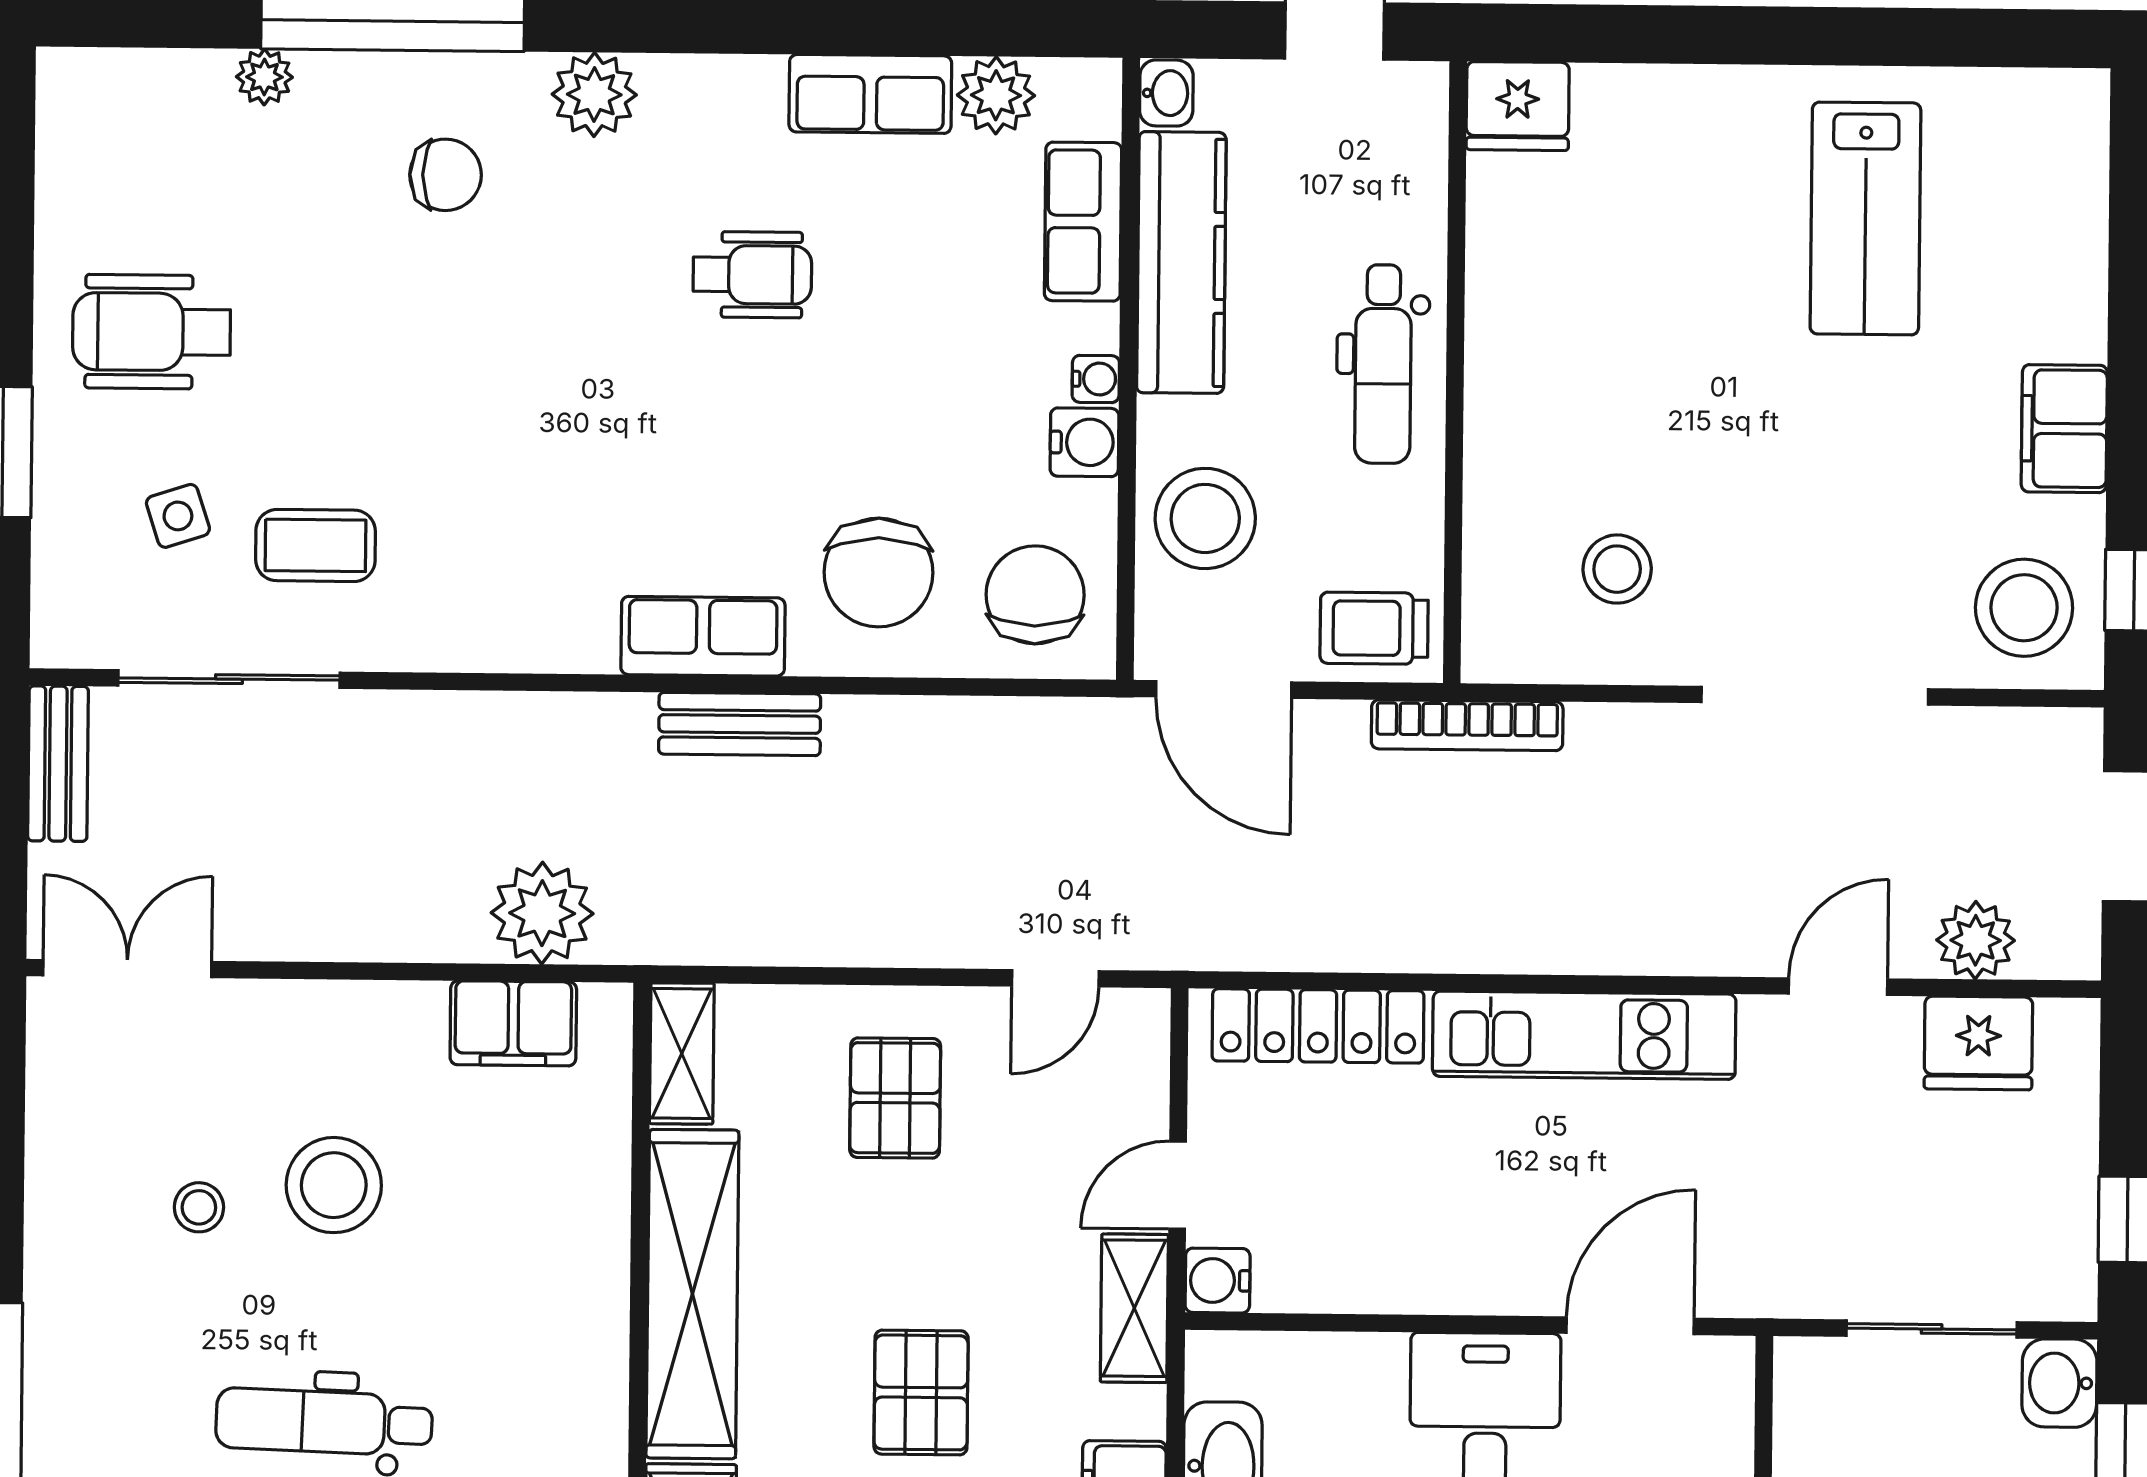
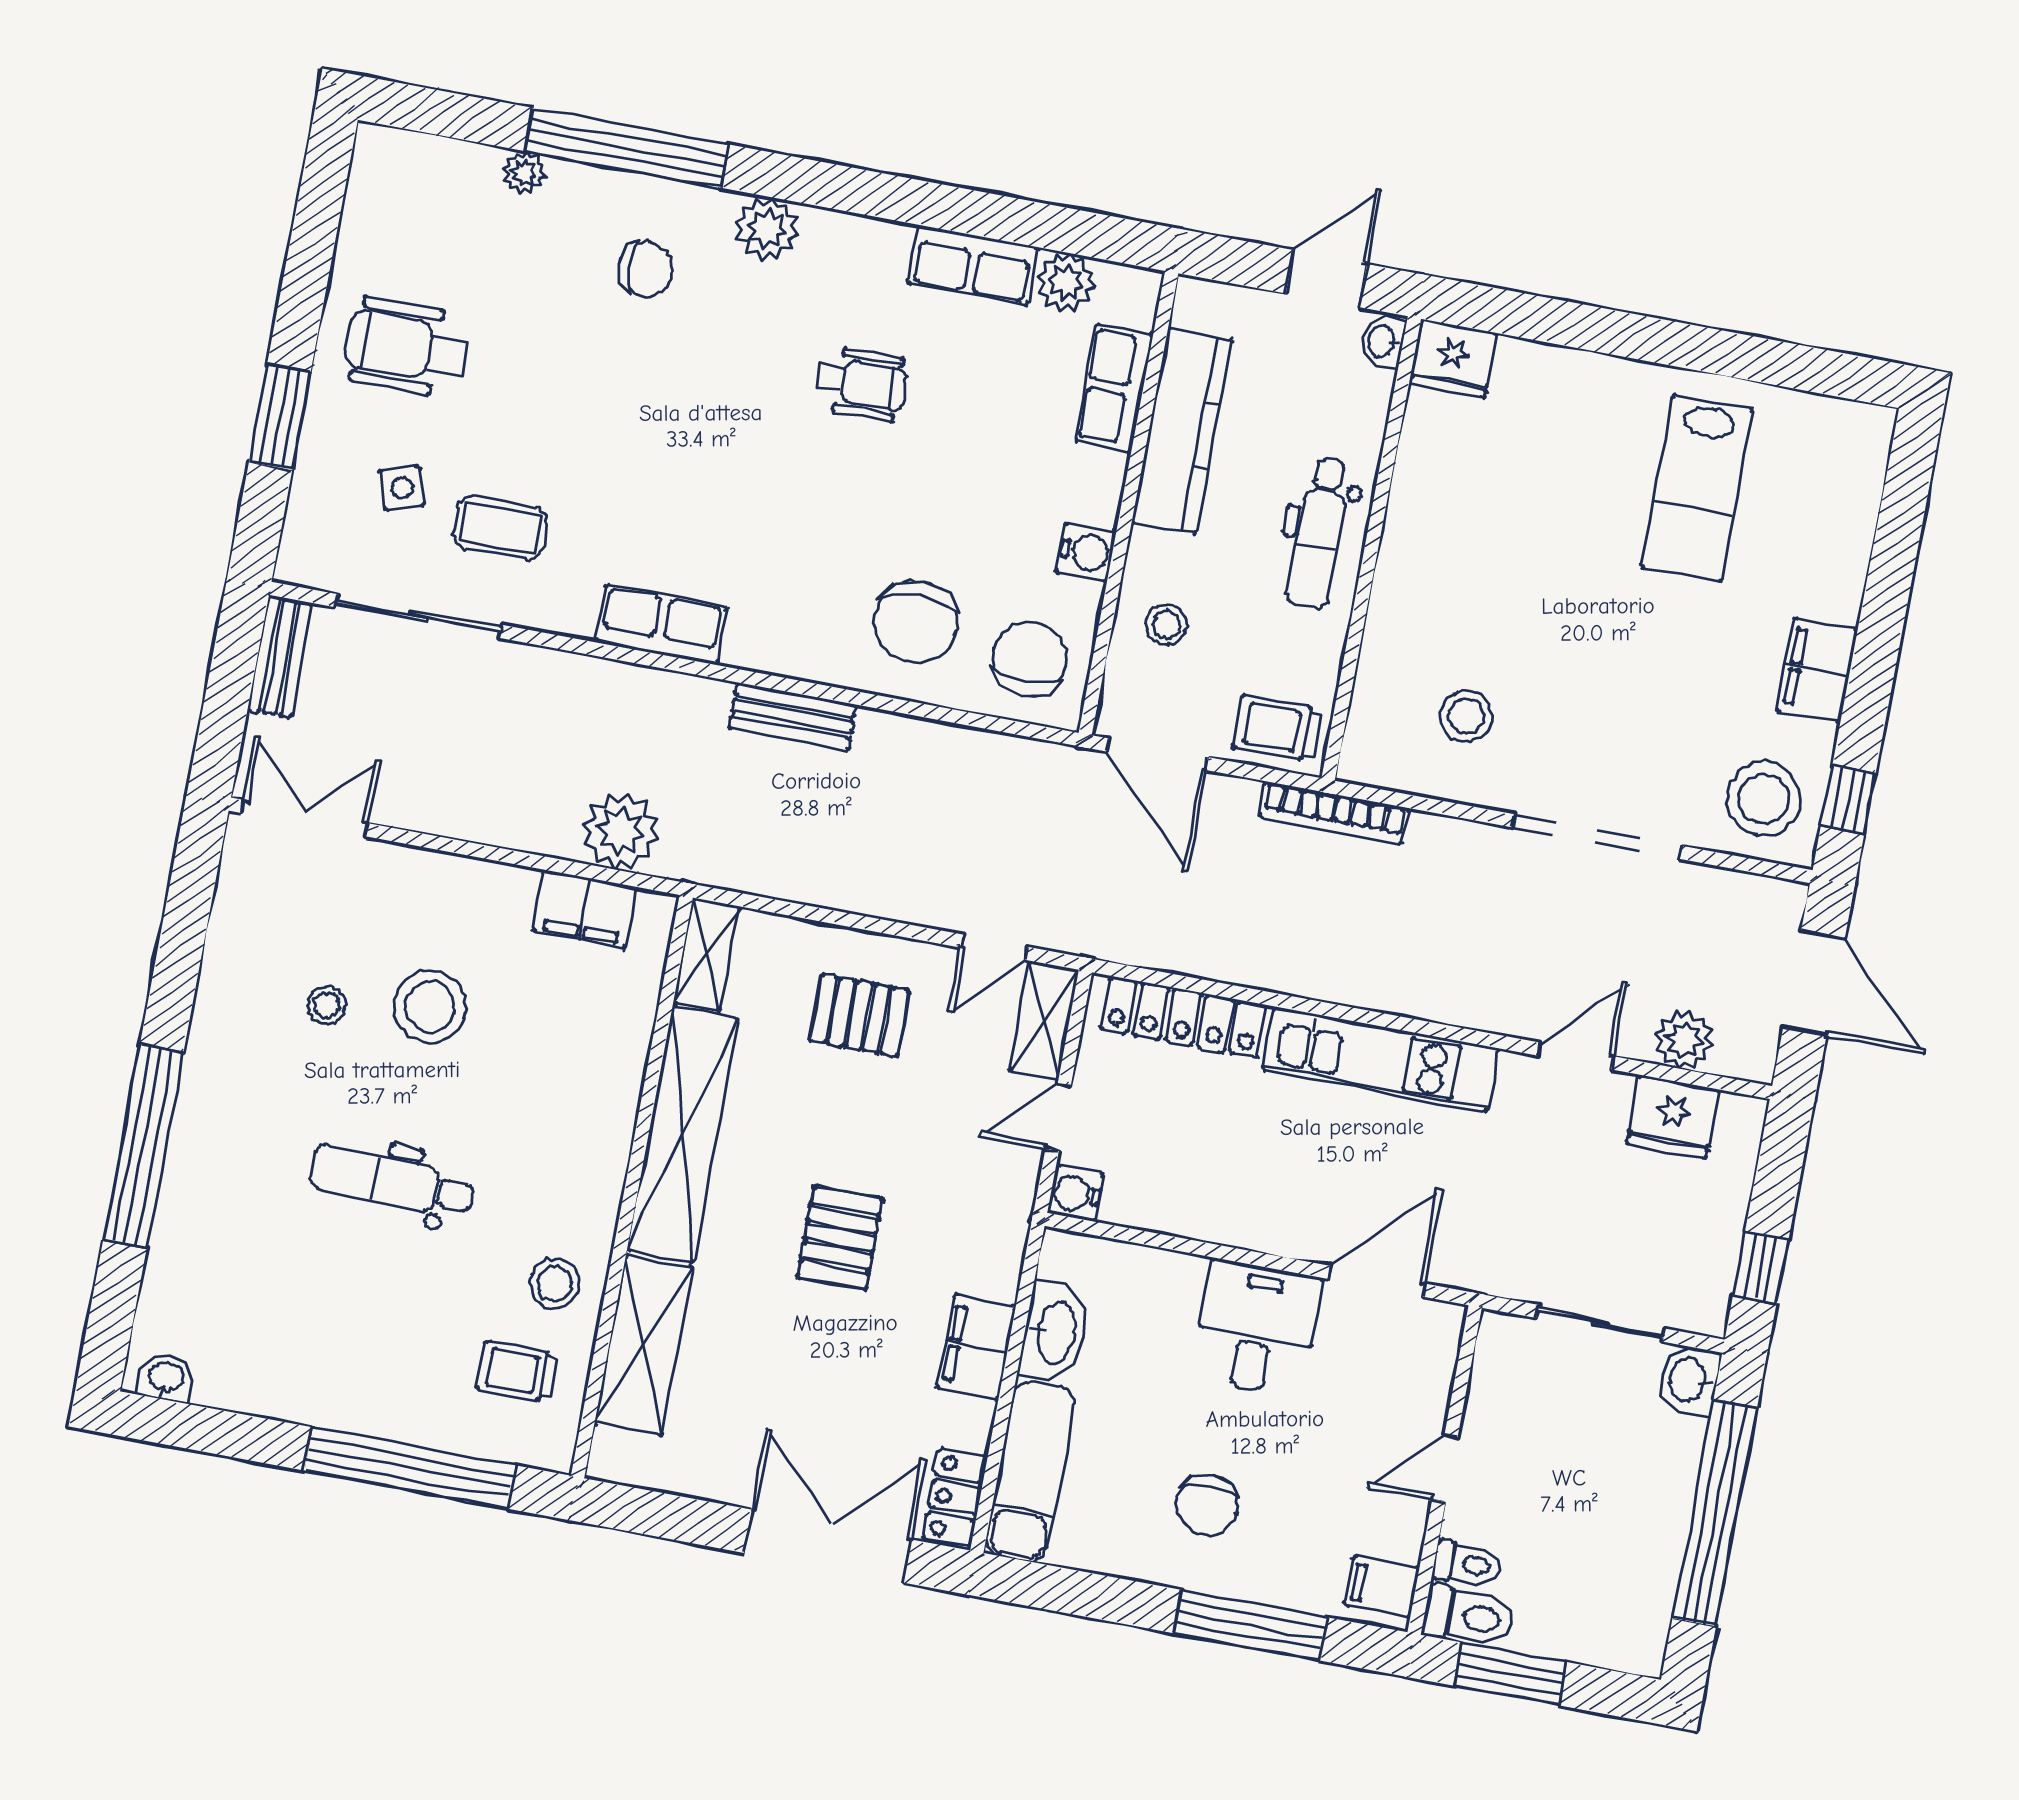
washbasin: (1166, 93) -> (1383, 341), moved, turned 180
water cooler: (1096, 379) -> (1103, 506), removed
stool: (1205, 518) -> (1166, 625), width x0.53, depth x0.53
row of seats: (703, 636) -> (661, 625), moved
pallet: (895, 1098) -> (859, 1015), turned 90
shelving: (1134, 1308) -> (1044, 1020), moved

